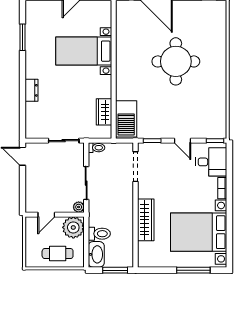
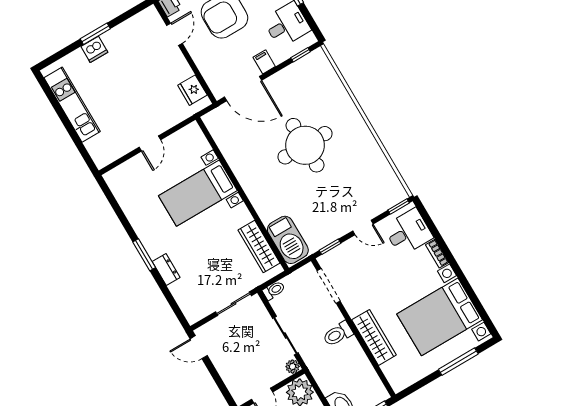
window: (23, 37) -> (144, 255), moved
wardrobe: (104, 112) -> (259, 247), width x1.50
toilet: (99, 234) -> (338, 334), moved, turned 180

